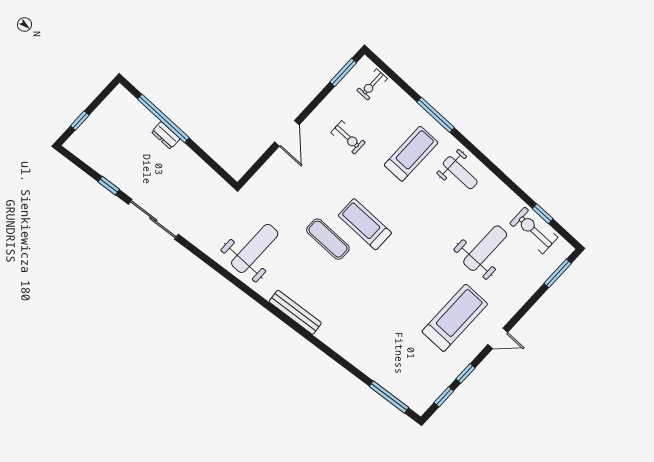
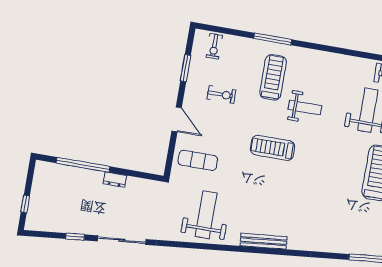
window: (343, 72) -> (186, 68), moved
dresser: (166, 135) -> (115, 180), moved
weight bench: (460, 173) -> (305, 108), moved
exercise mat: (328, 239) -> (198, 160), moved

